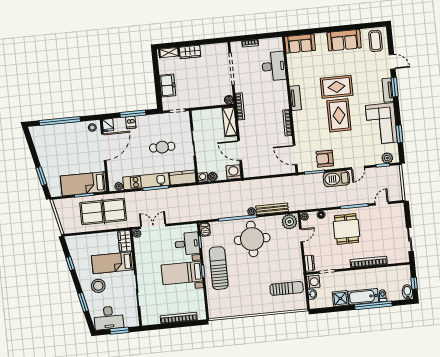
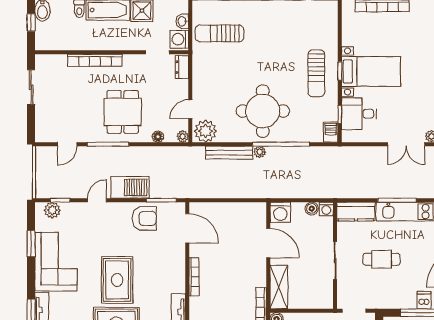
sun lounger: (219, 268) -> (316, 73), width x0.73, depth x0.75

